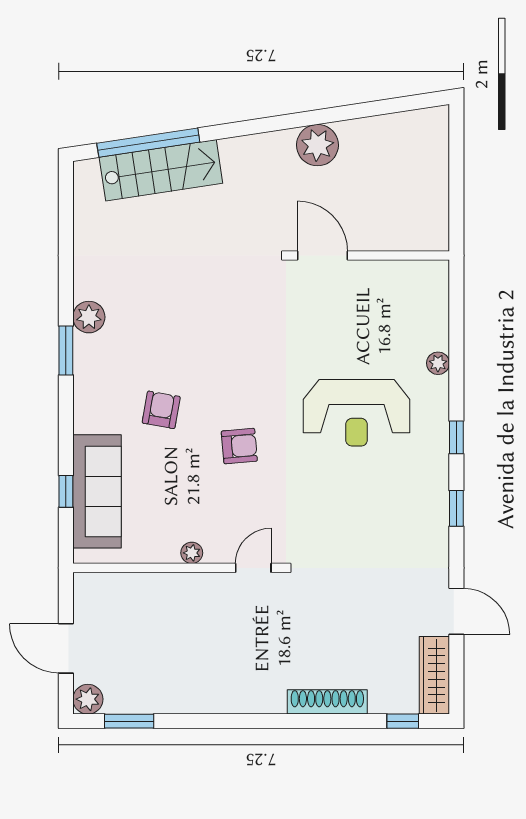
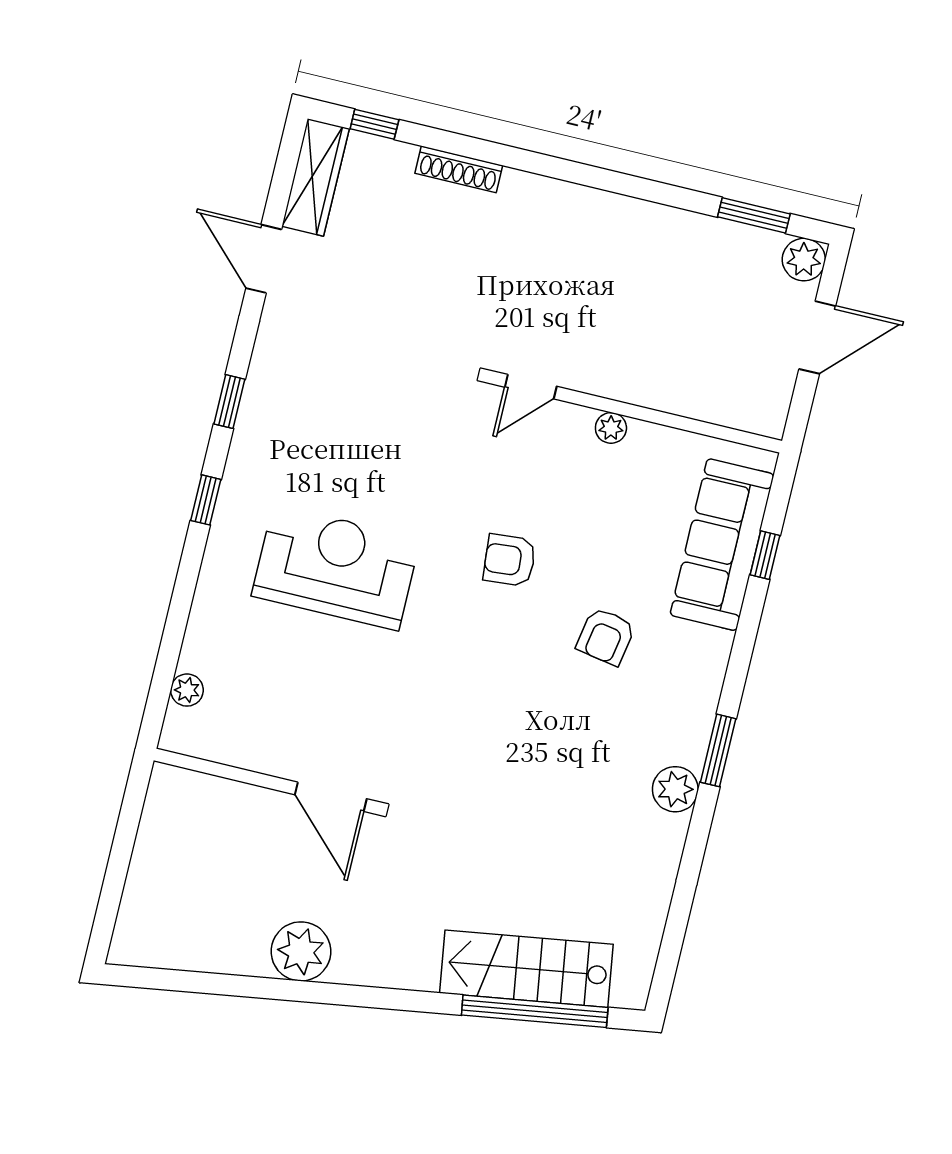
plant: (438, 363) -> (187, 690), moved
door: (66, 648) -> (817, 337), hinge flipped
shoe rack: (327, 702) -> (459, 169), width x0.74, depth x0.81

